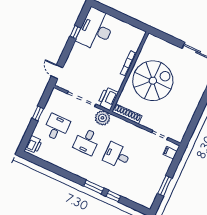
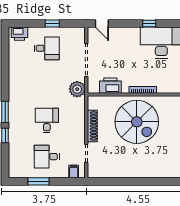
door: (57, 72) -> (102, 23), swing flipped
printer: (108, 98) -> (110, 86), moved
shoe rack: (127, 114) -> (92, 126), moved
desk: (87, 141) -> (47, 157), moved

